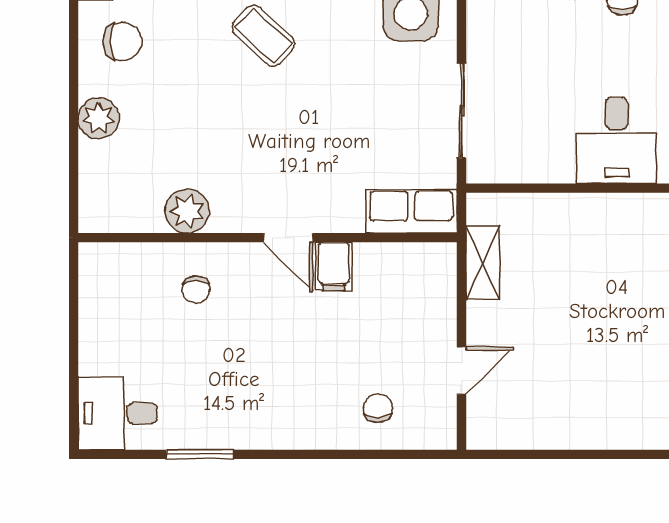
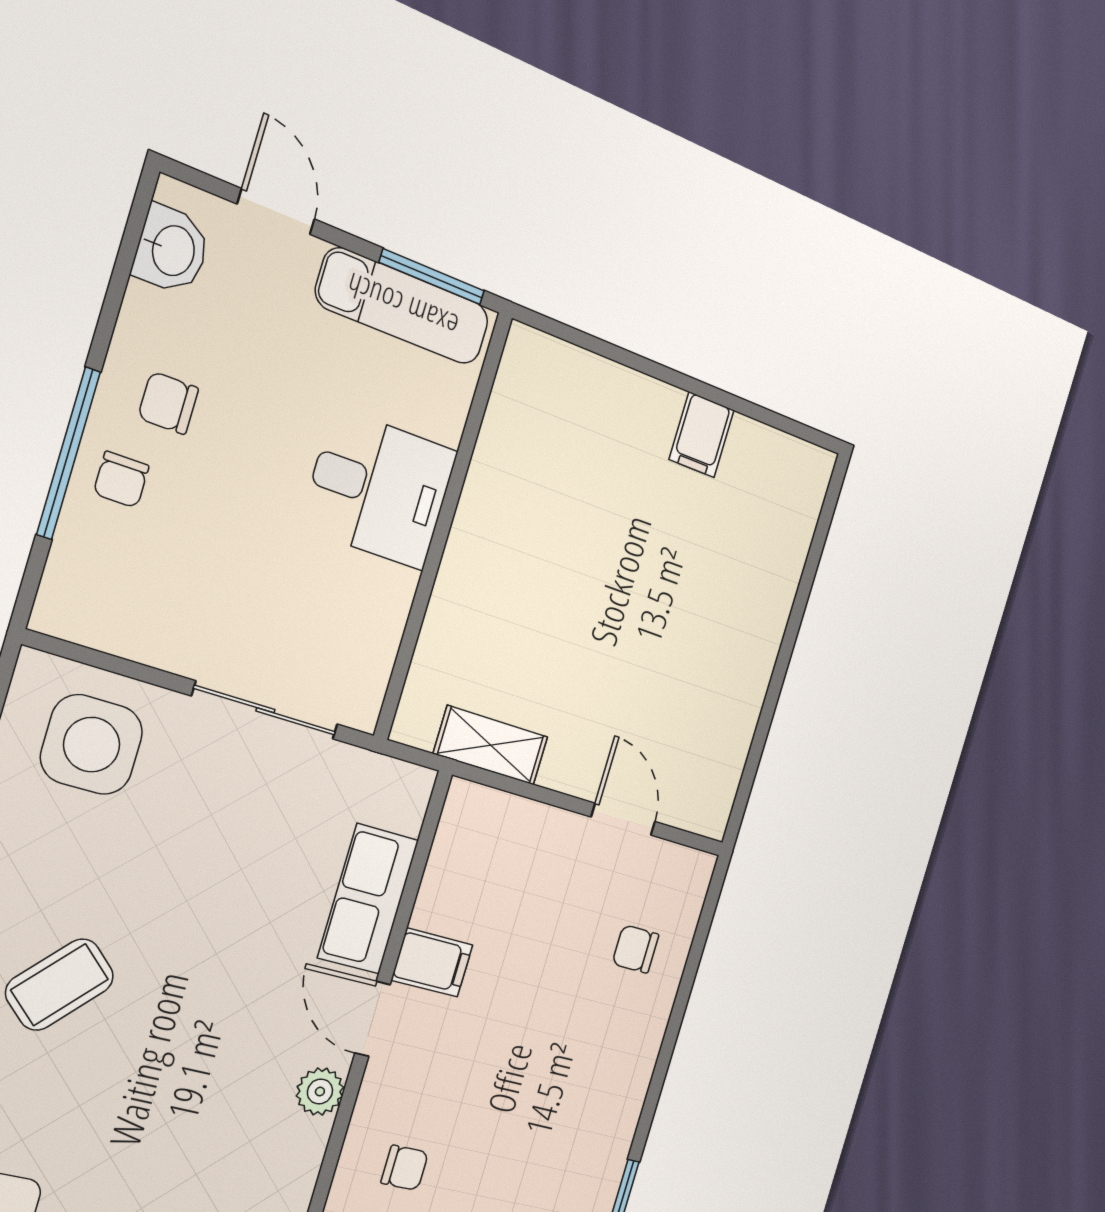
plant: (187, 211) -> (320, 1091), moved, width x0.73, depth x0.73
row of seats: (411, 211) -> (368, 899), moved
door: (288, 238) -> (372, 1019), swing flipped

